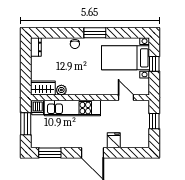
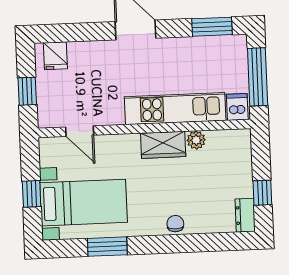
window: (95, 33) -> (107, 247), moved
window: (26, 59) -> (262, 193), added
wardrobe: (43, 88) -> (163, 145), moved
window: (26, 124) -> (258, 77), width x1.44
fridge: (114, 140) -> (55, 56), moved

